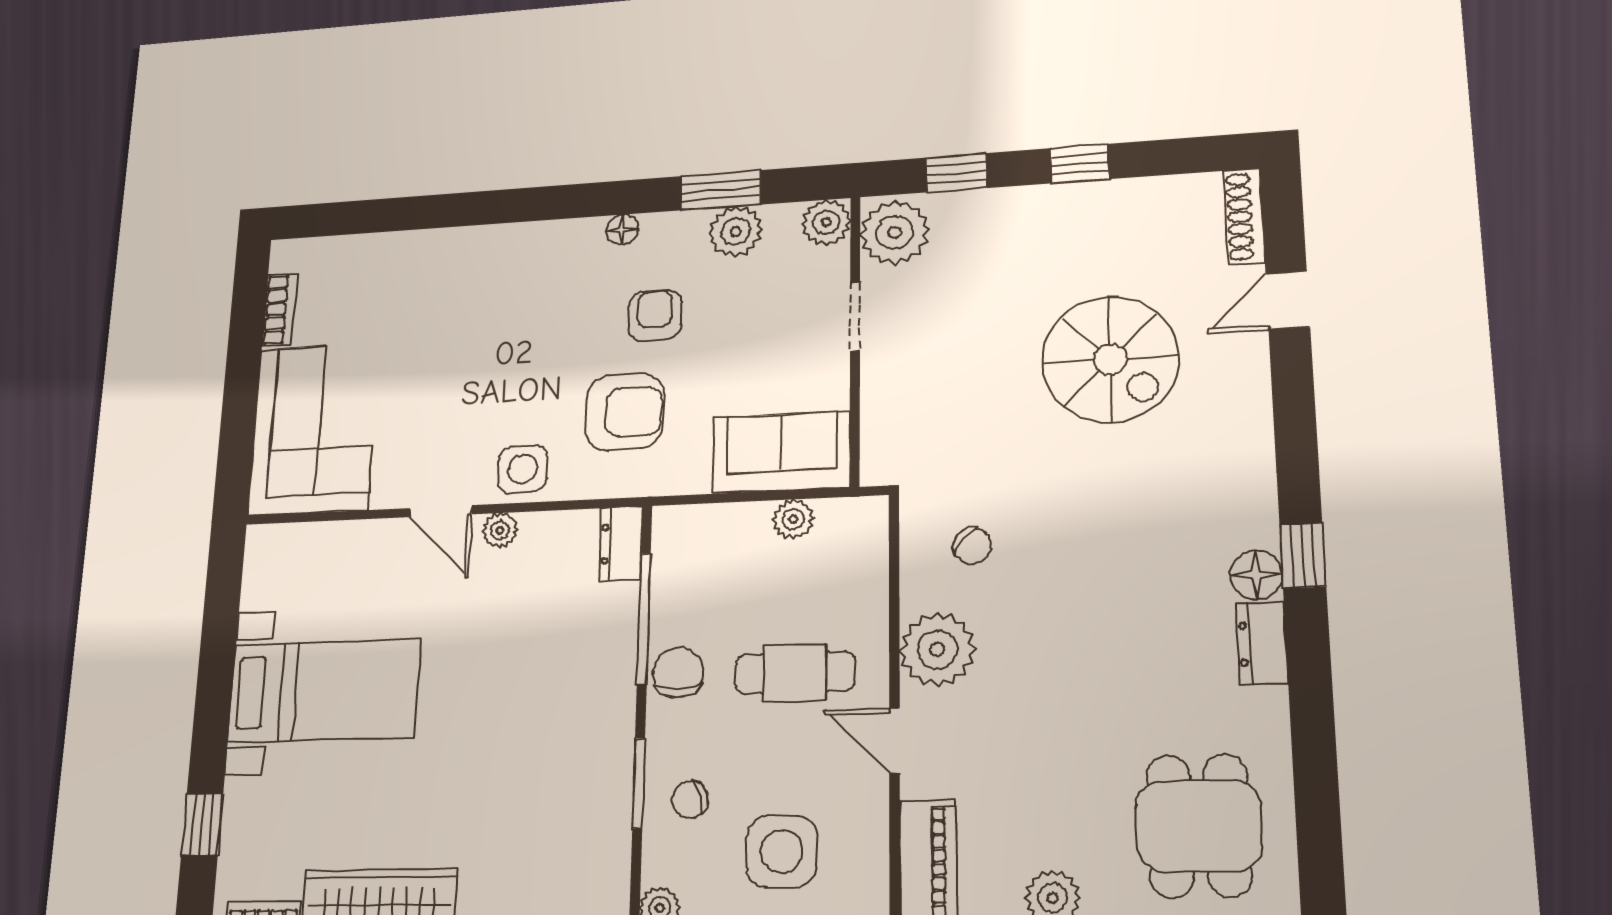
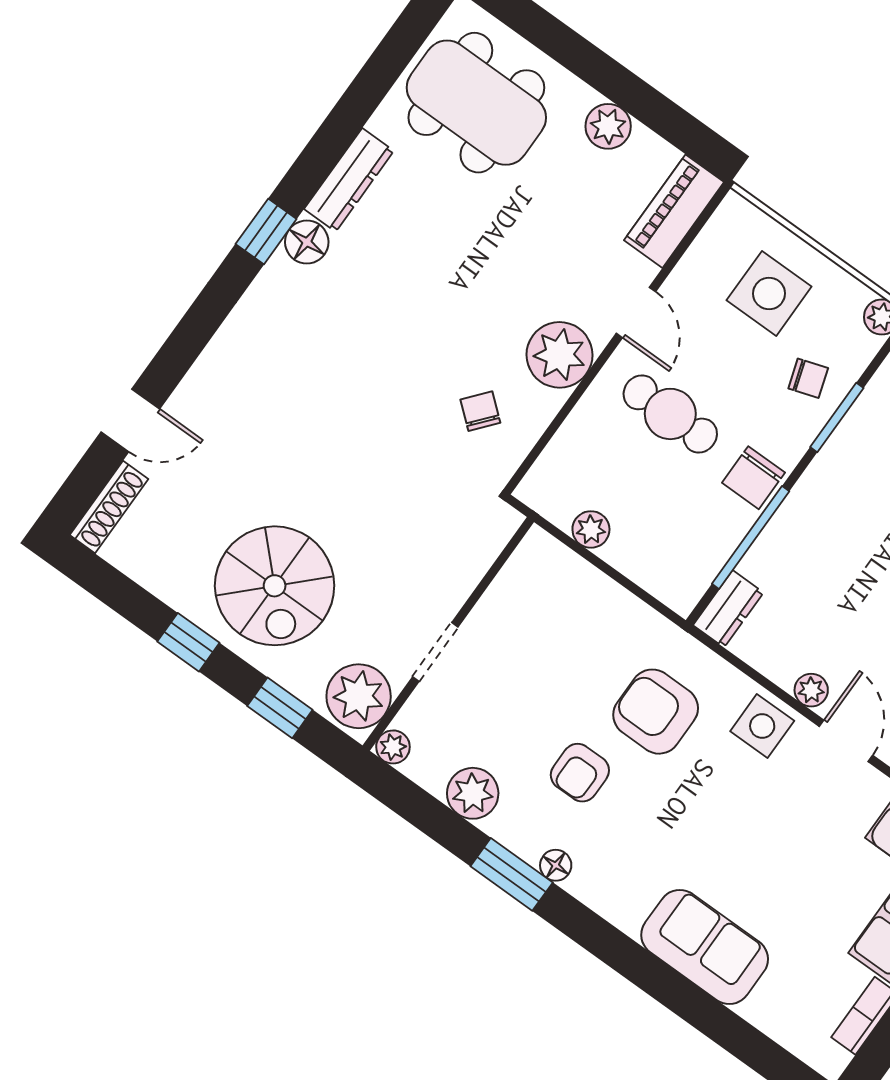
window: (721, 190) -> (512, 874), moved
plant: (826, 222) -> (393, 747), width x0.73, depth x0.73
spiral stairs: (1110, 359) -> (275, 586), moved, turned 180
sofa: (781, 452) -> (705, 947), moved, turned 180
dresser: (1262, 644) -> (349, 180), width x1.44
dining table: (1199, 826) -> (476, 103), width x1.37

